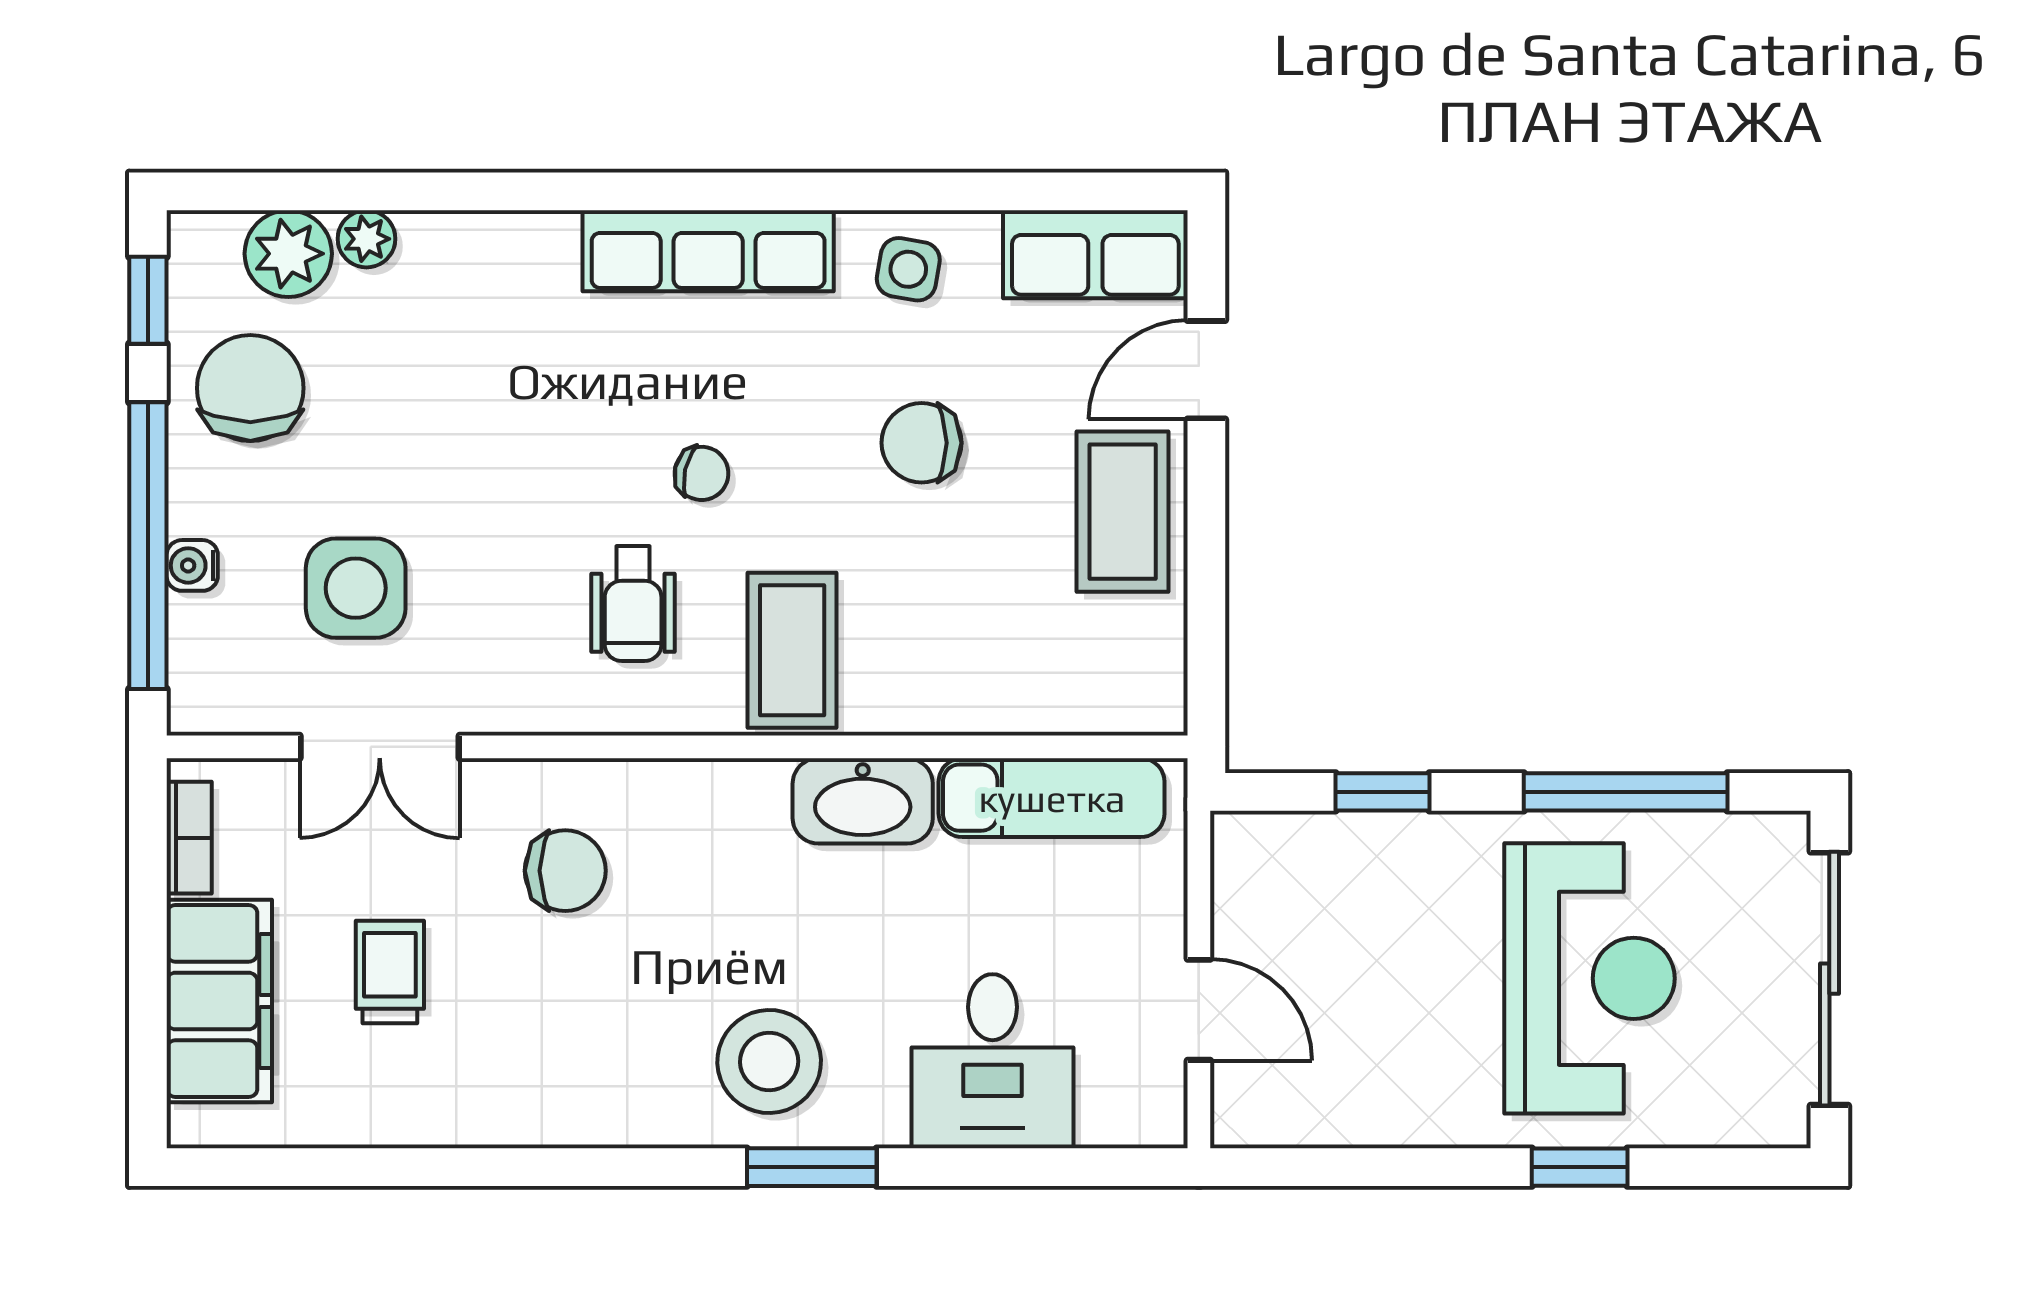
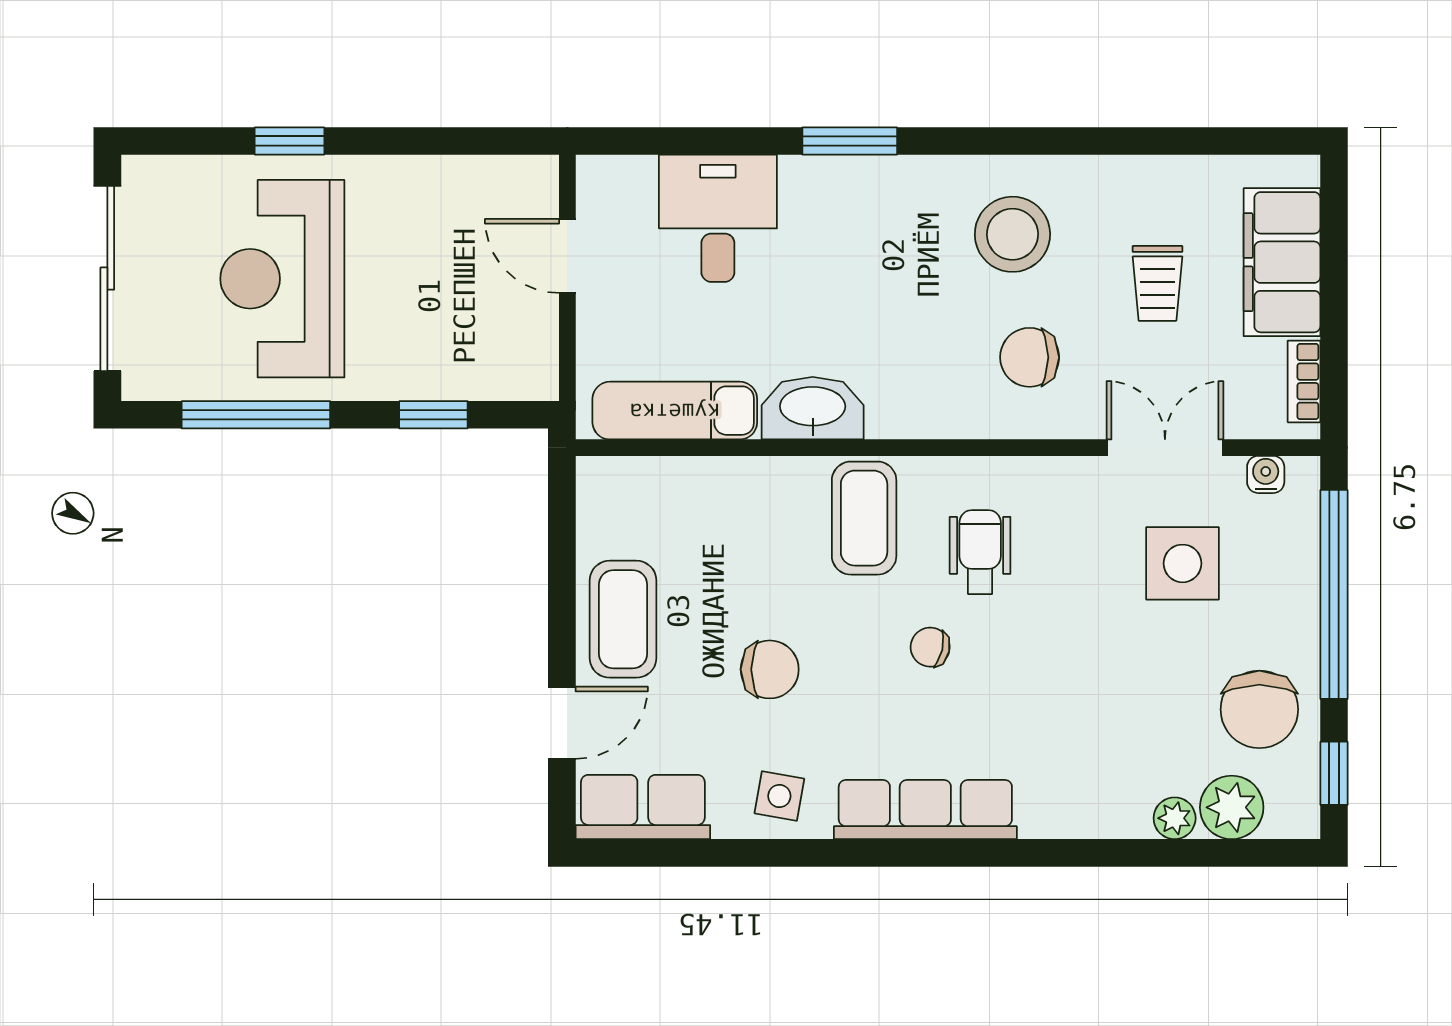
water cooler: (192, 565) -> (1266, 474), moved, turned -90
stool: (769, 1062) -> (1012, 234), moved

